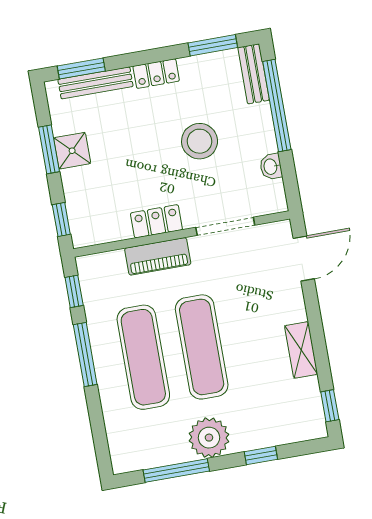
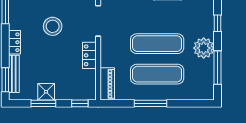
piano: (158, 256) -> (107, 84), moved
window: (74, 291) -> (118, 103), removed

